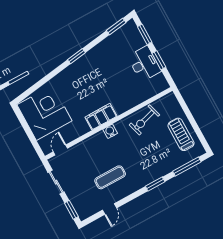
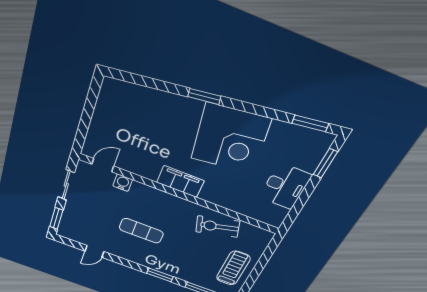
window: (77, 56) -> (204, 96), moved
window: (159, 60) -> (303, 199), removed
corner desk: (44, 113) -> (230, 139), moved, turned 82
water cooler: (110, 131) -> (123, 183), moved
exercise mat: (110, 177) -> (141, 231), moved

